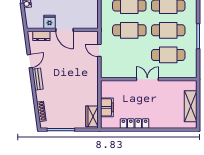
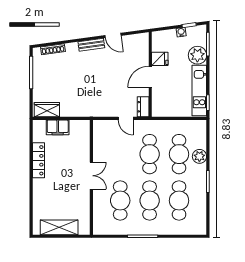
dresser: (41, 36) -> (143, 107), moved
door: (99, 50) -> (126, 118), swing flipped

